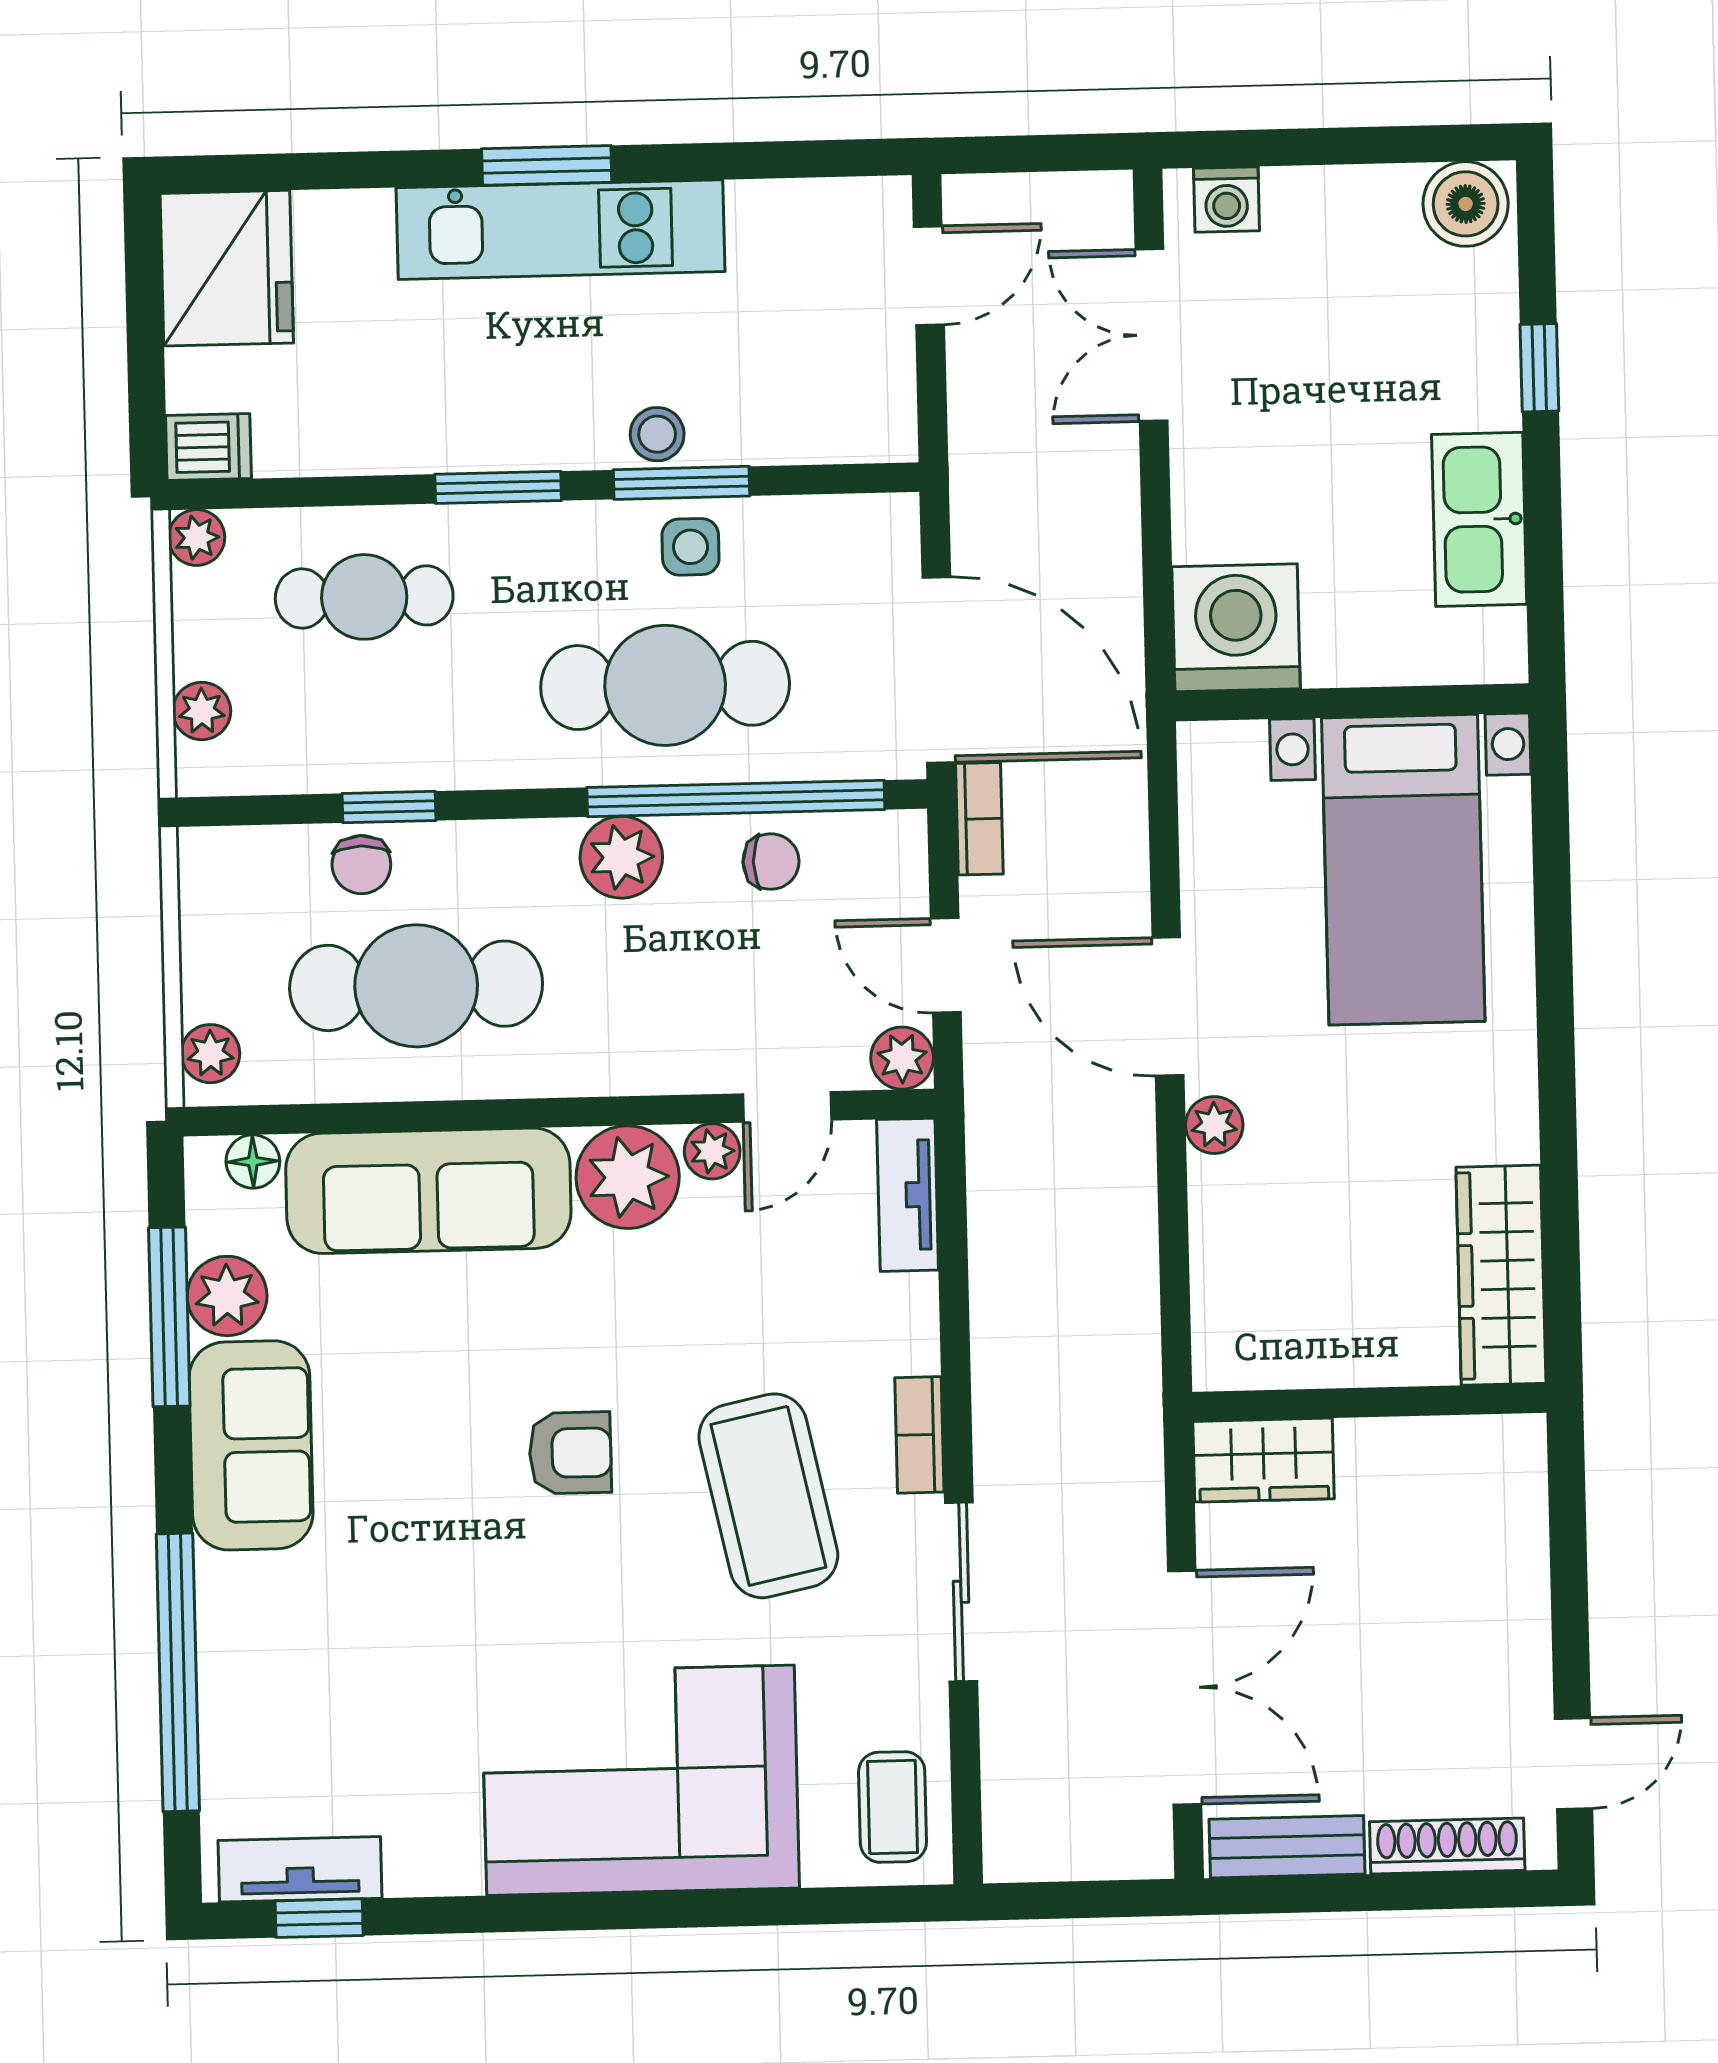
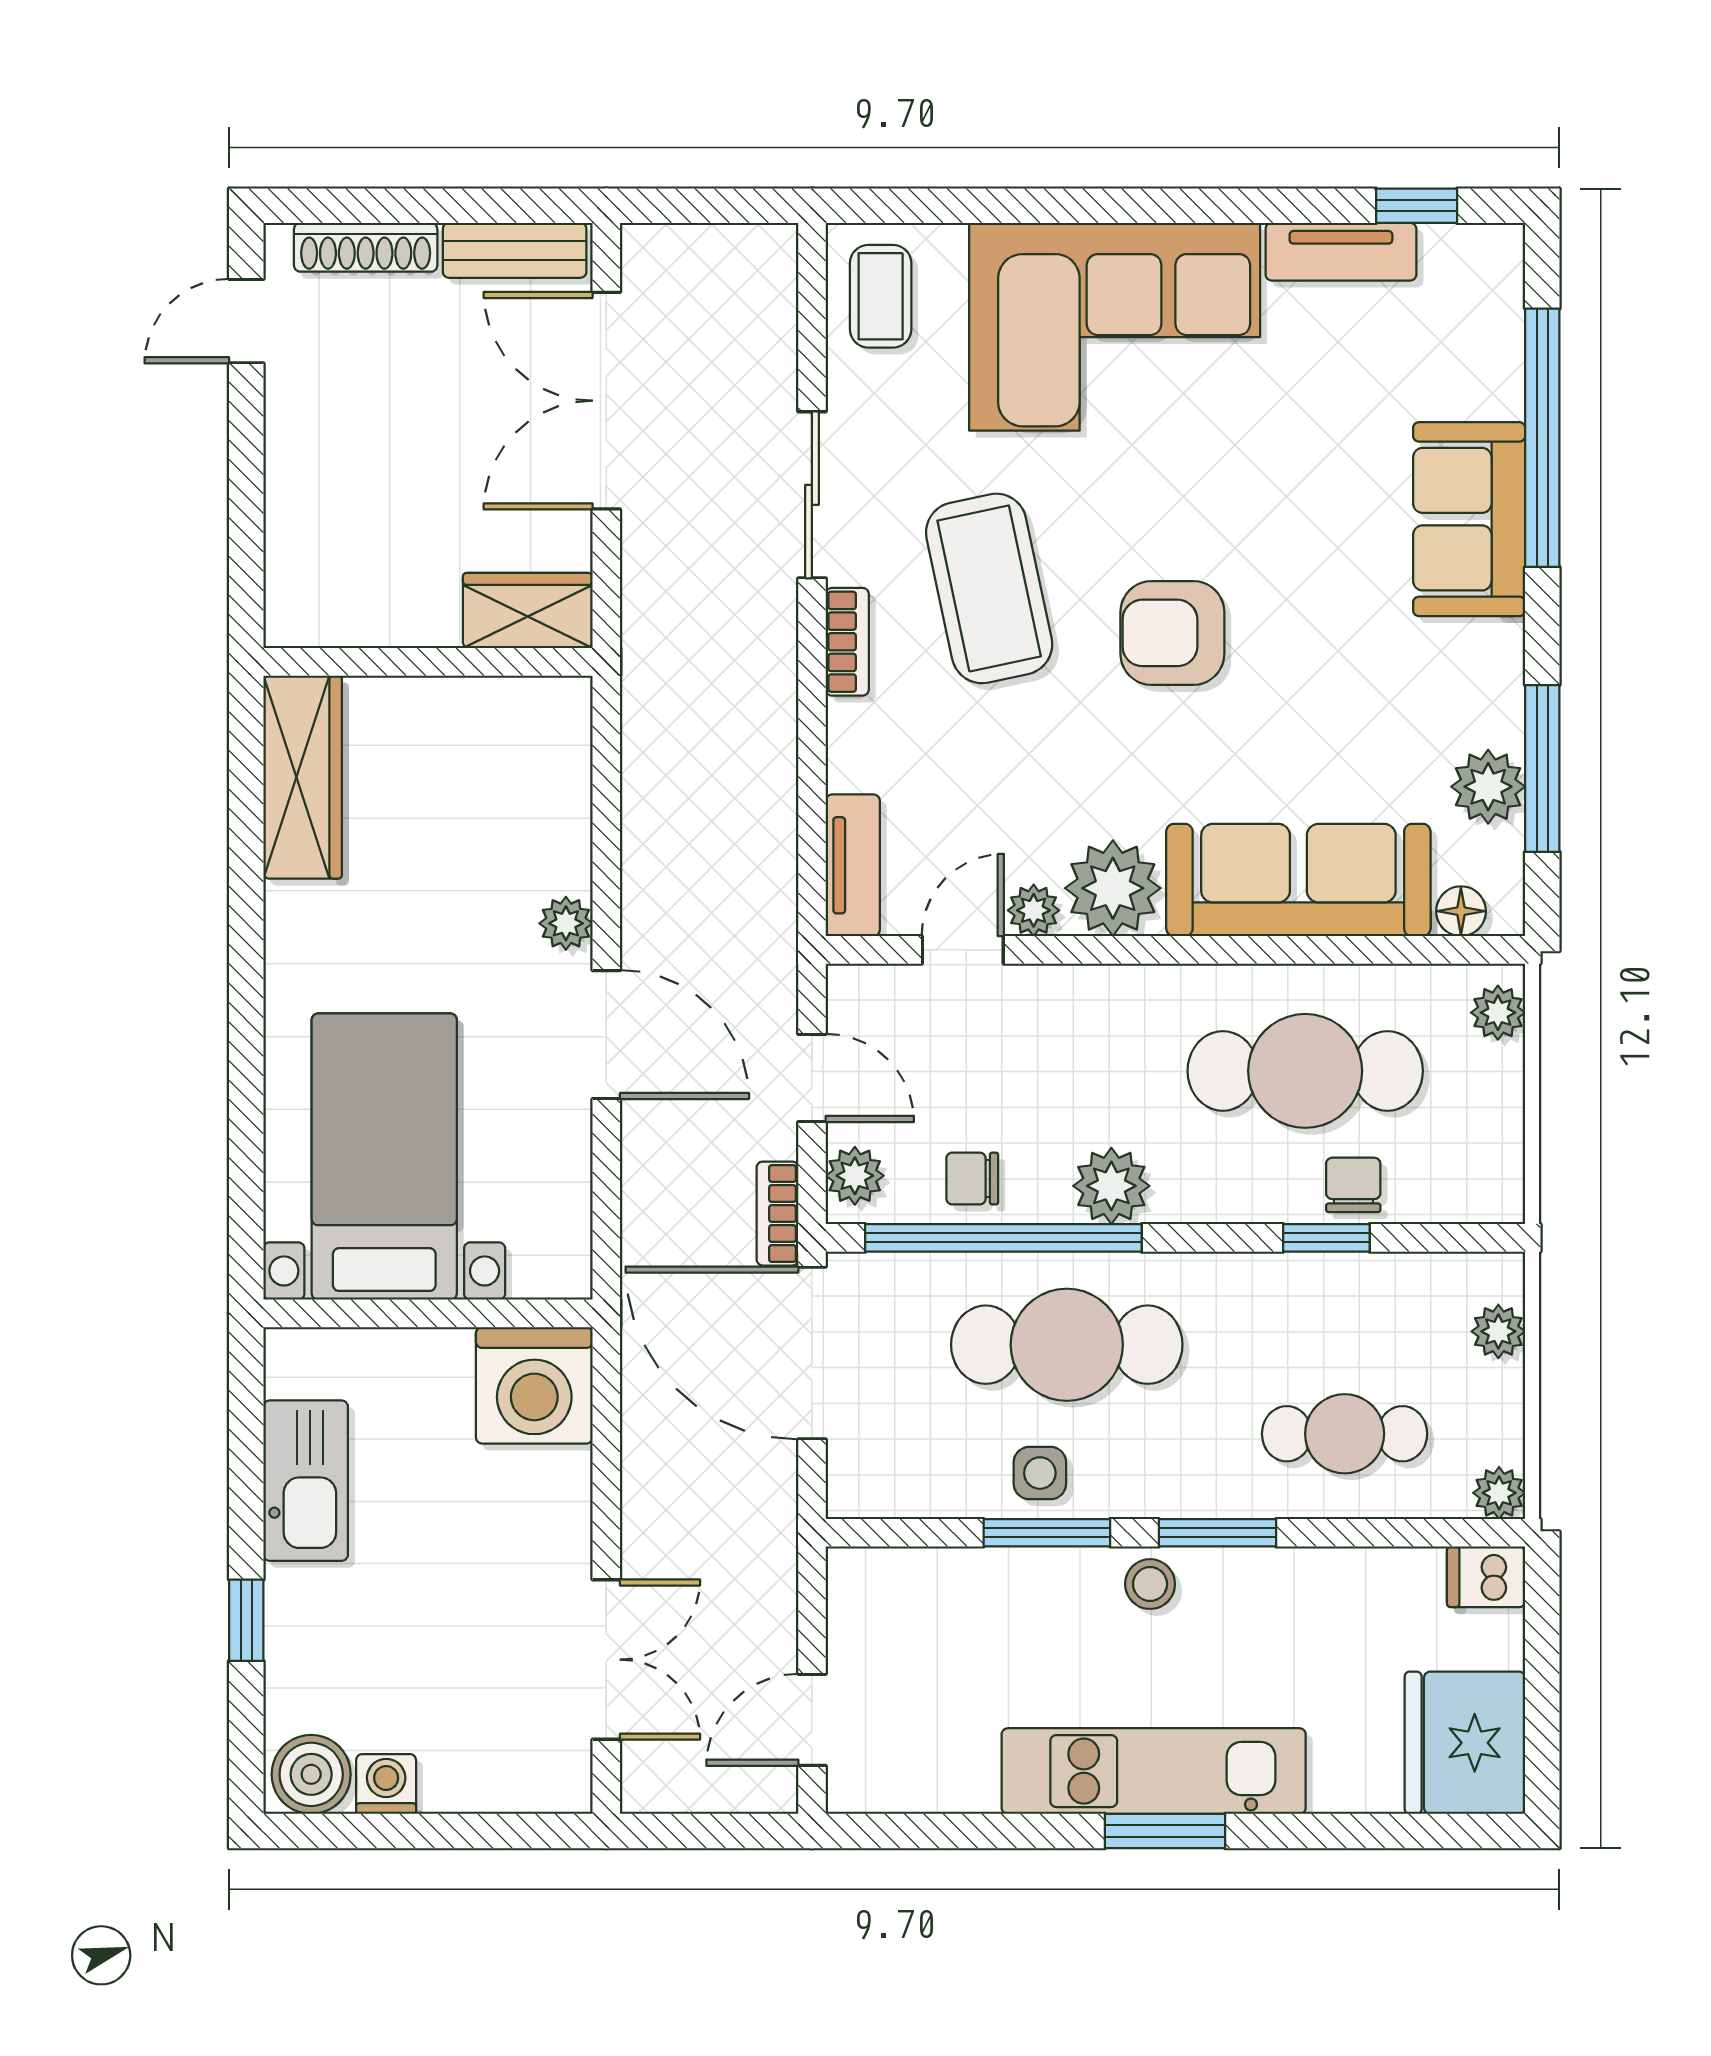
washing machine: (1226, 199) -> (386, 1784), moved
stool: (657, 434) -> (1150, 1584), moved
plant: (902, 1058) -> (855, 1176), moved
sofa: (251, 1445) -> (1469, 519), moved
armchair: (570, 1453) -> (1172, 633), width x1.38, depth x1.38
tv unit: (300, 1869) -> (1341, 252), moved

